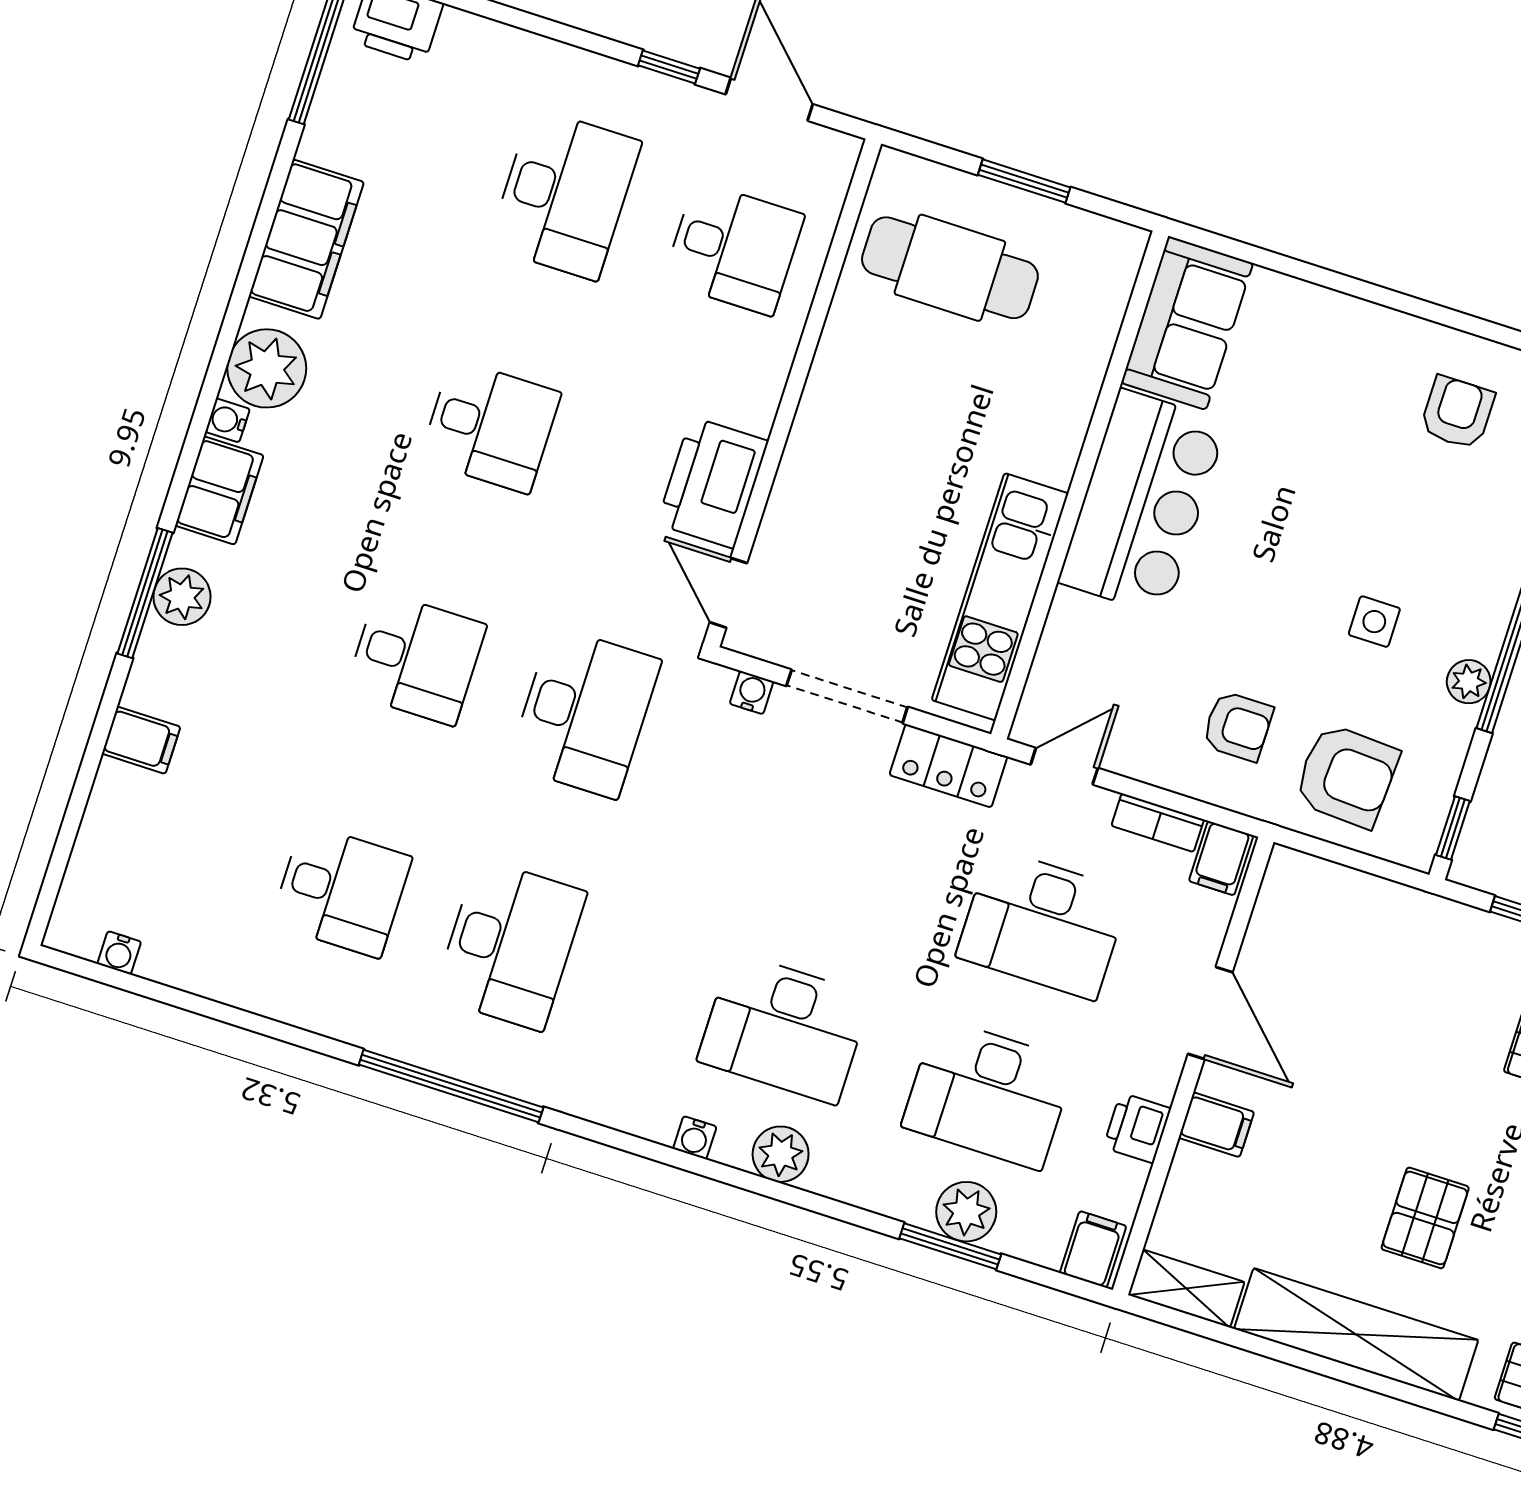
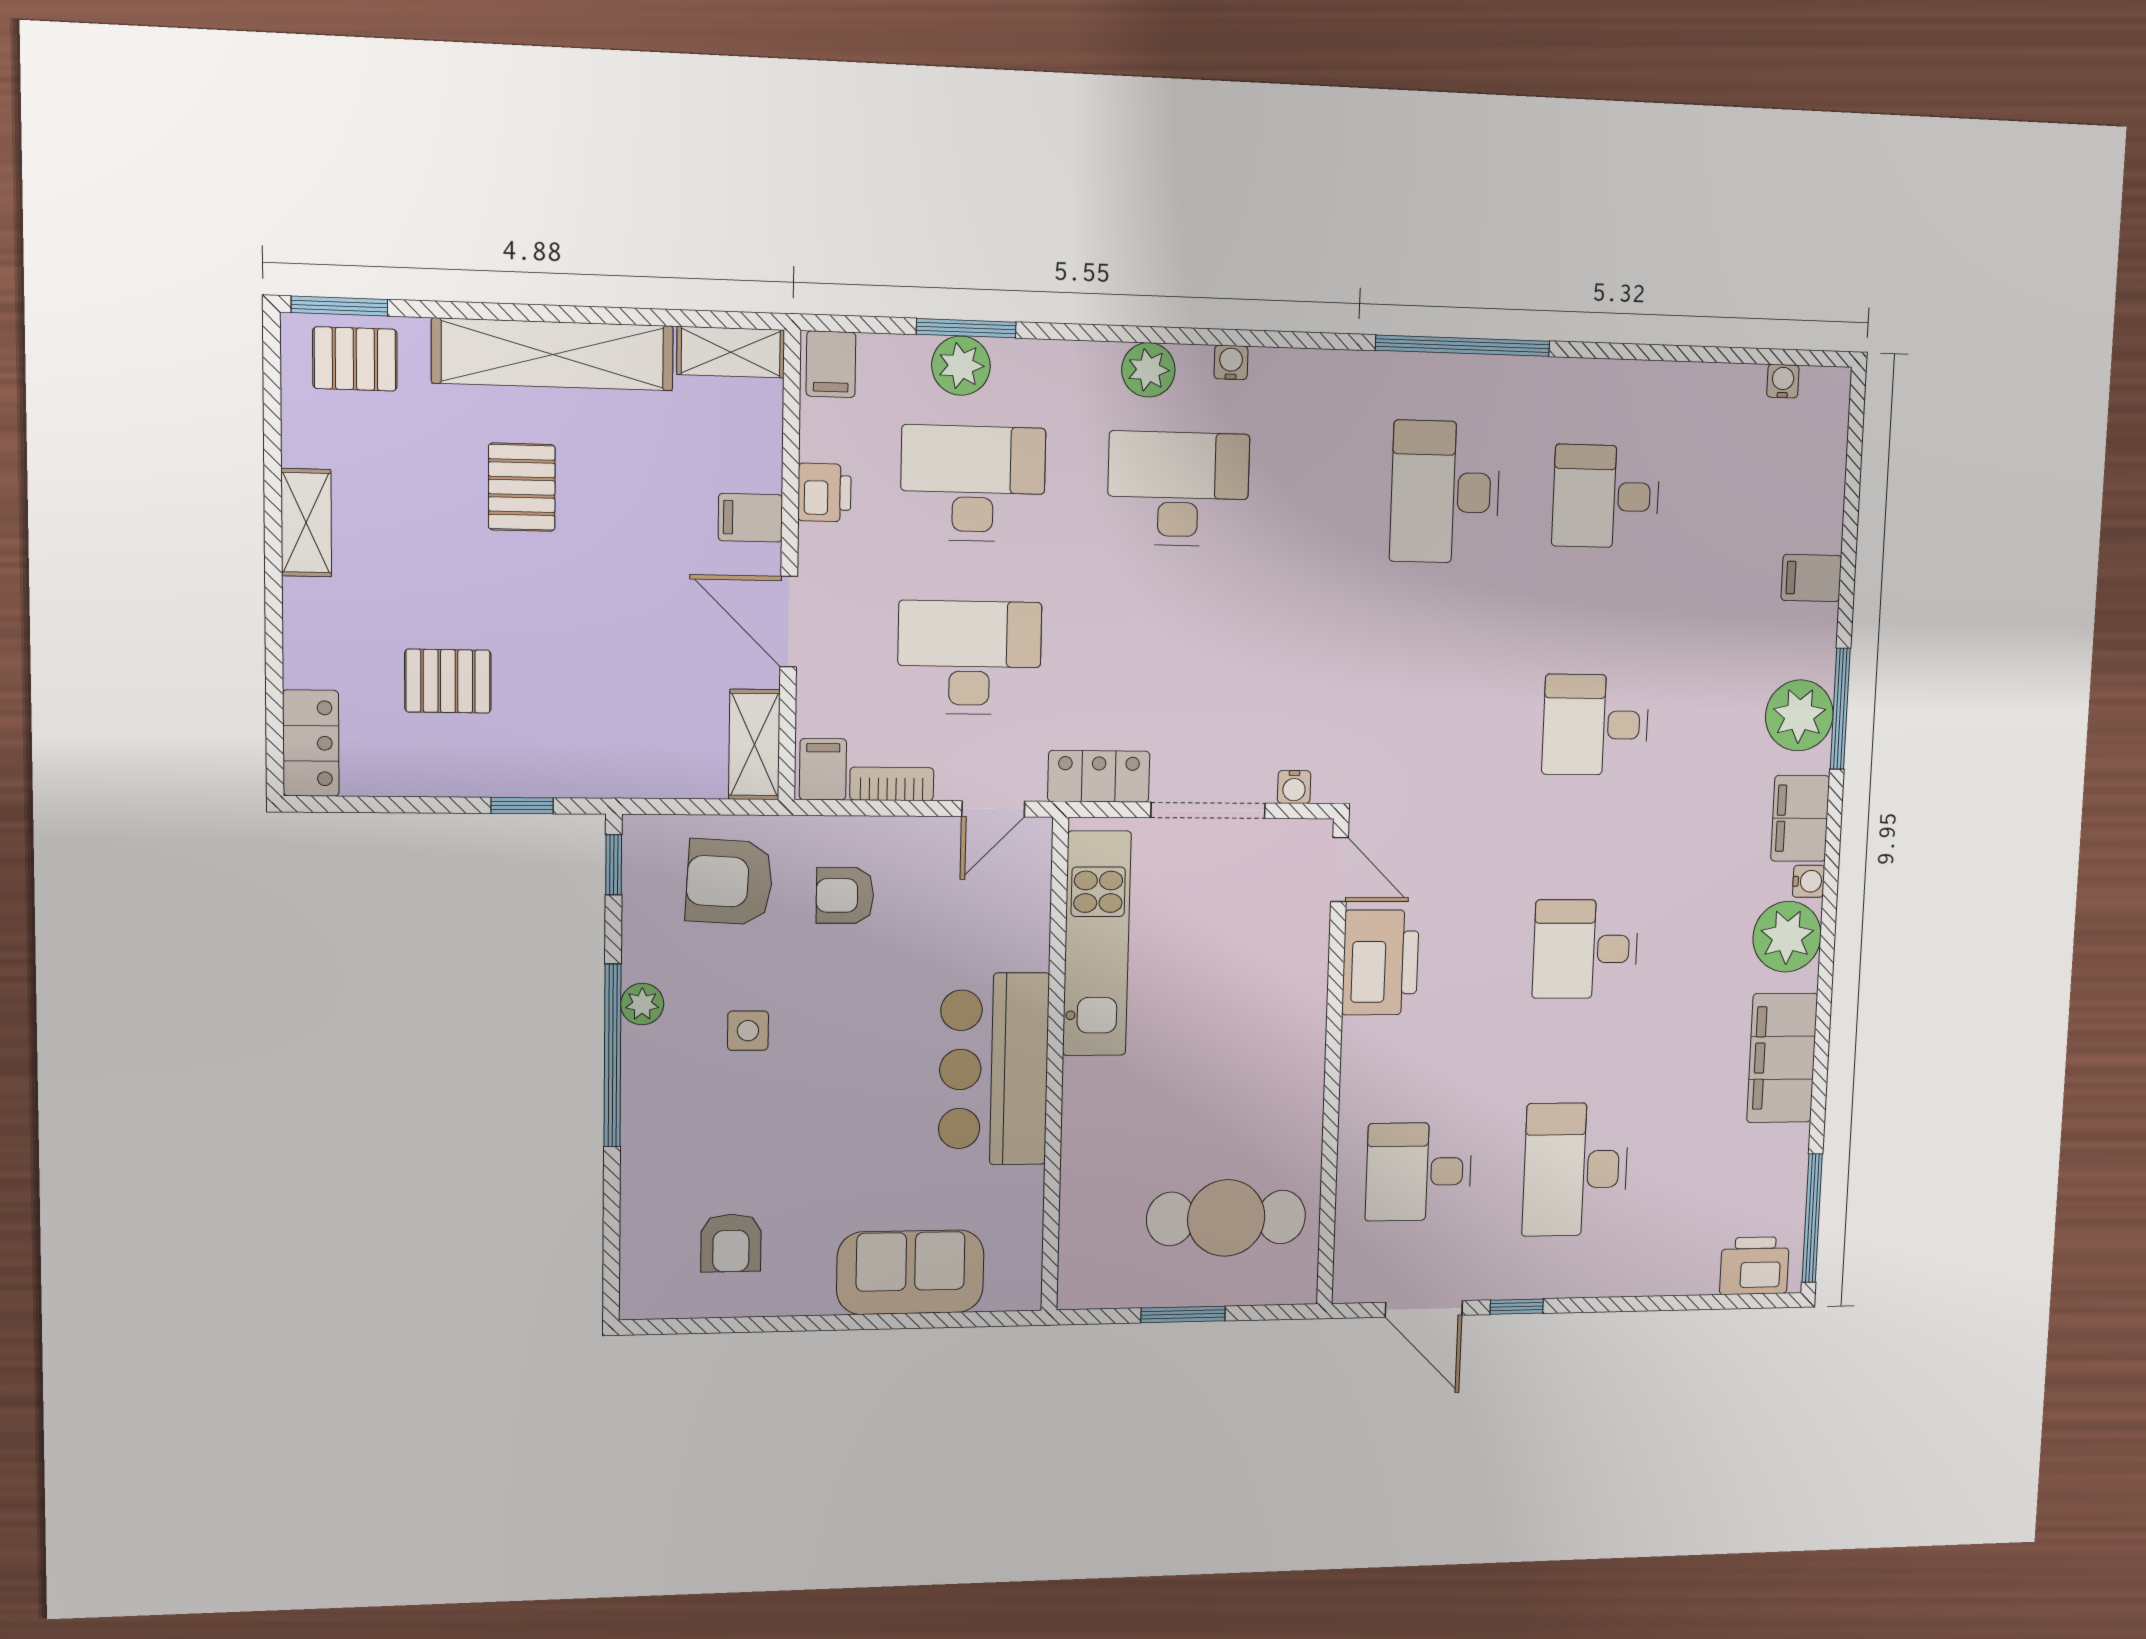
sofa: (1187, 323) -> (910, 1272), moved, turned 90
plant: (182, 597) -> (1799, 715), width x1.36, depth x1.36
desk: (585, 712) -> (1436, 723), removed
shelving: (1280, 903) -> (754, 744), added

